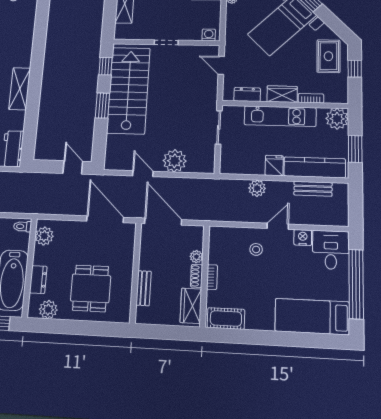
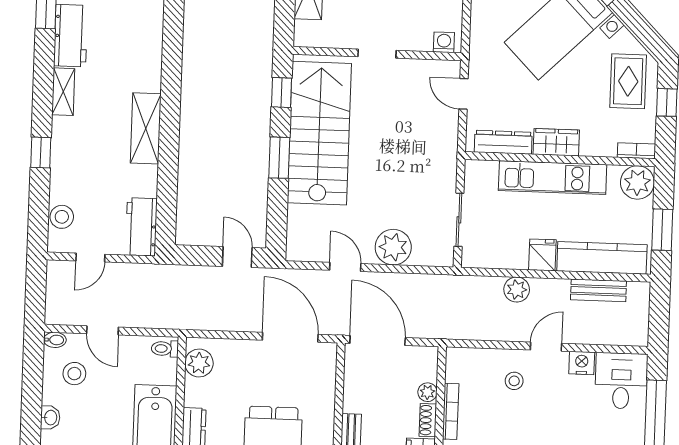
dresser: (247, 95) -> (503, 142), width x1.44
bookcase: (311, 98) -> (637, 151), moved
sliding door: (219, 127) -> (459, 220), moved
bookcase: (212, 277) -> (451, 411), width x1.56

